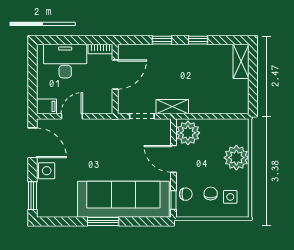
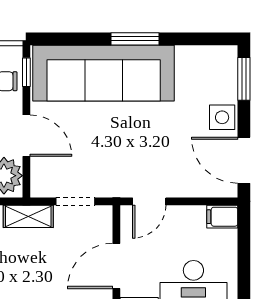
door: (72, 116) -> (149, 201), moved

